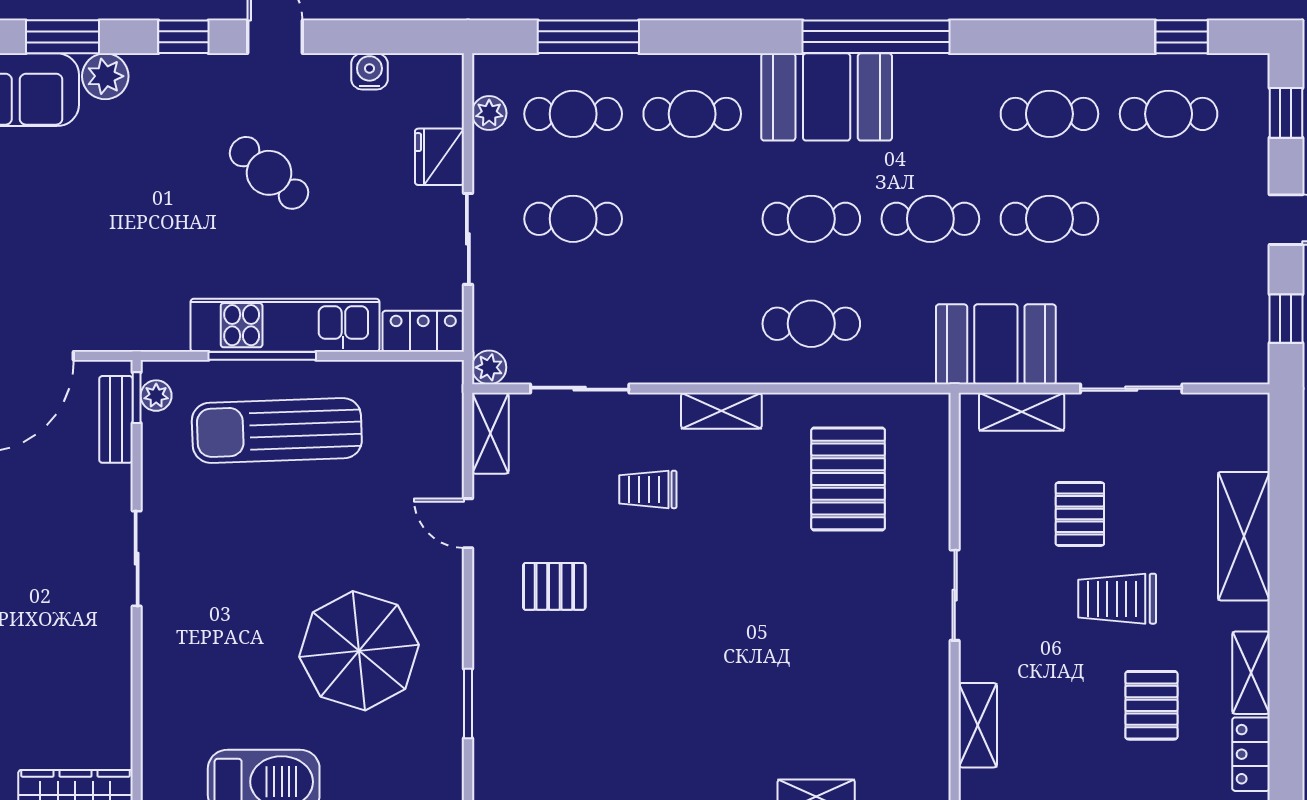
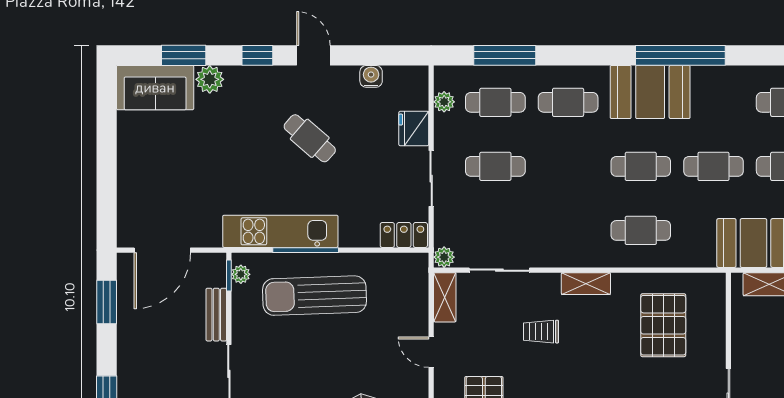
kitchen unit: (285, 325) -> (280, 231), moved
bench: (116, 419) -> (216, 315), moved

